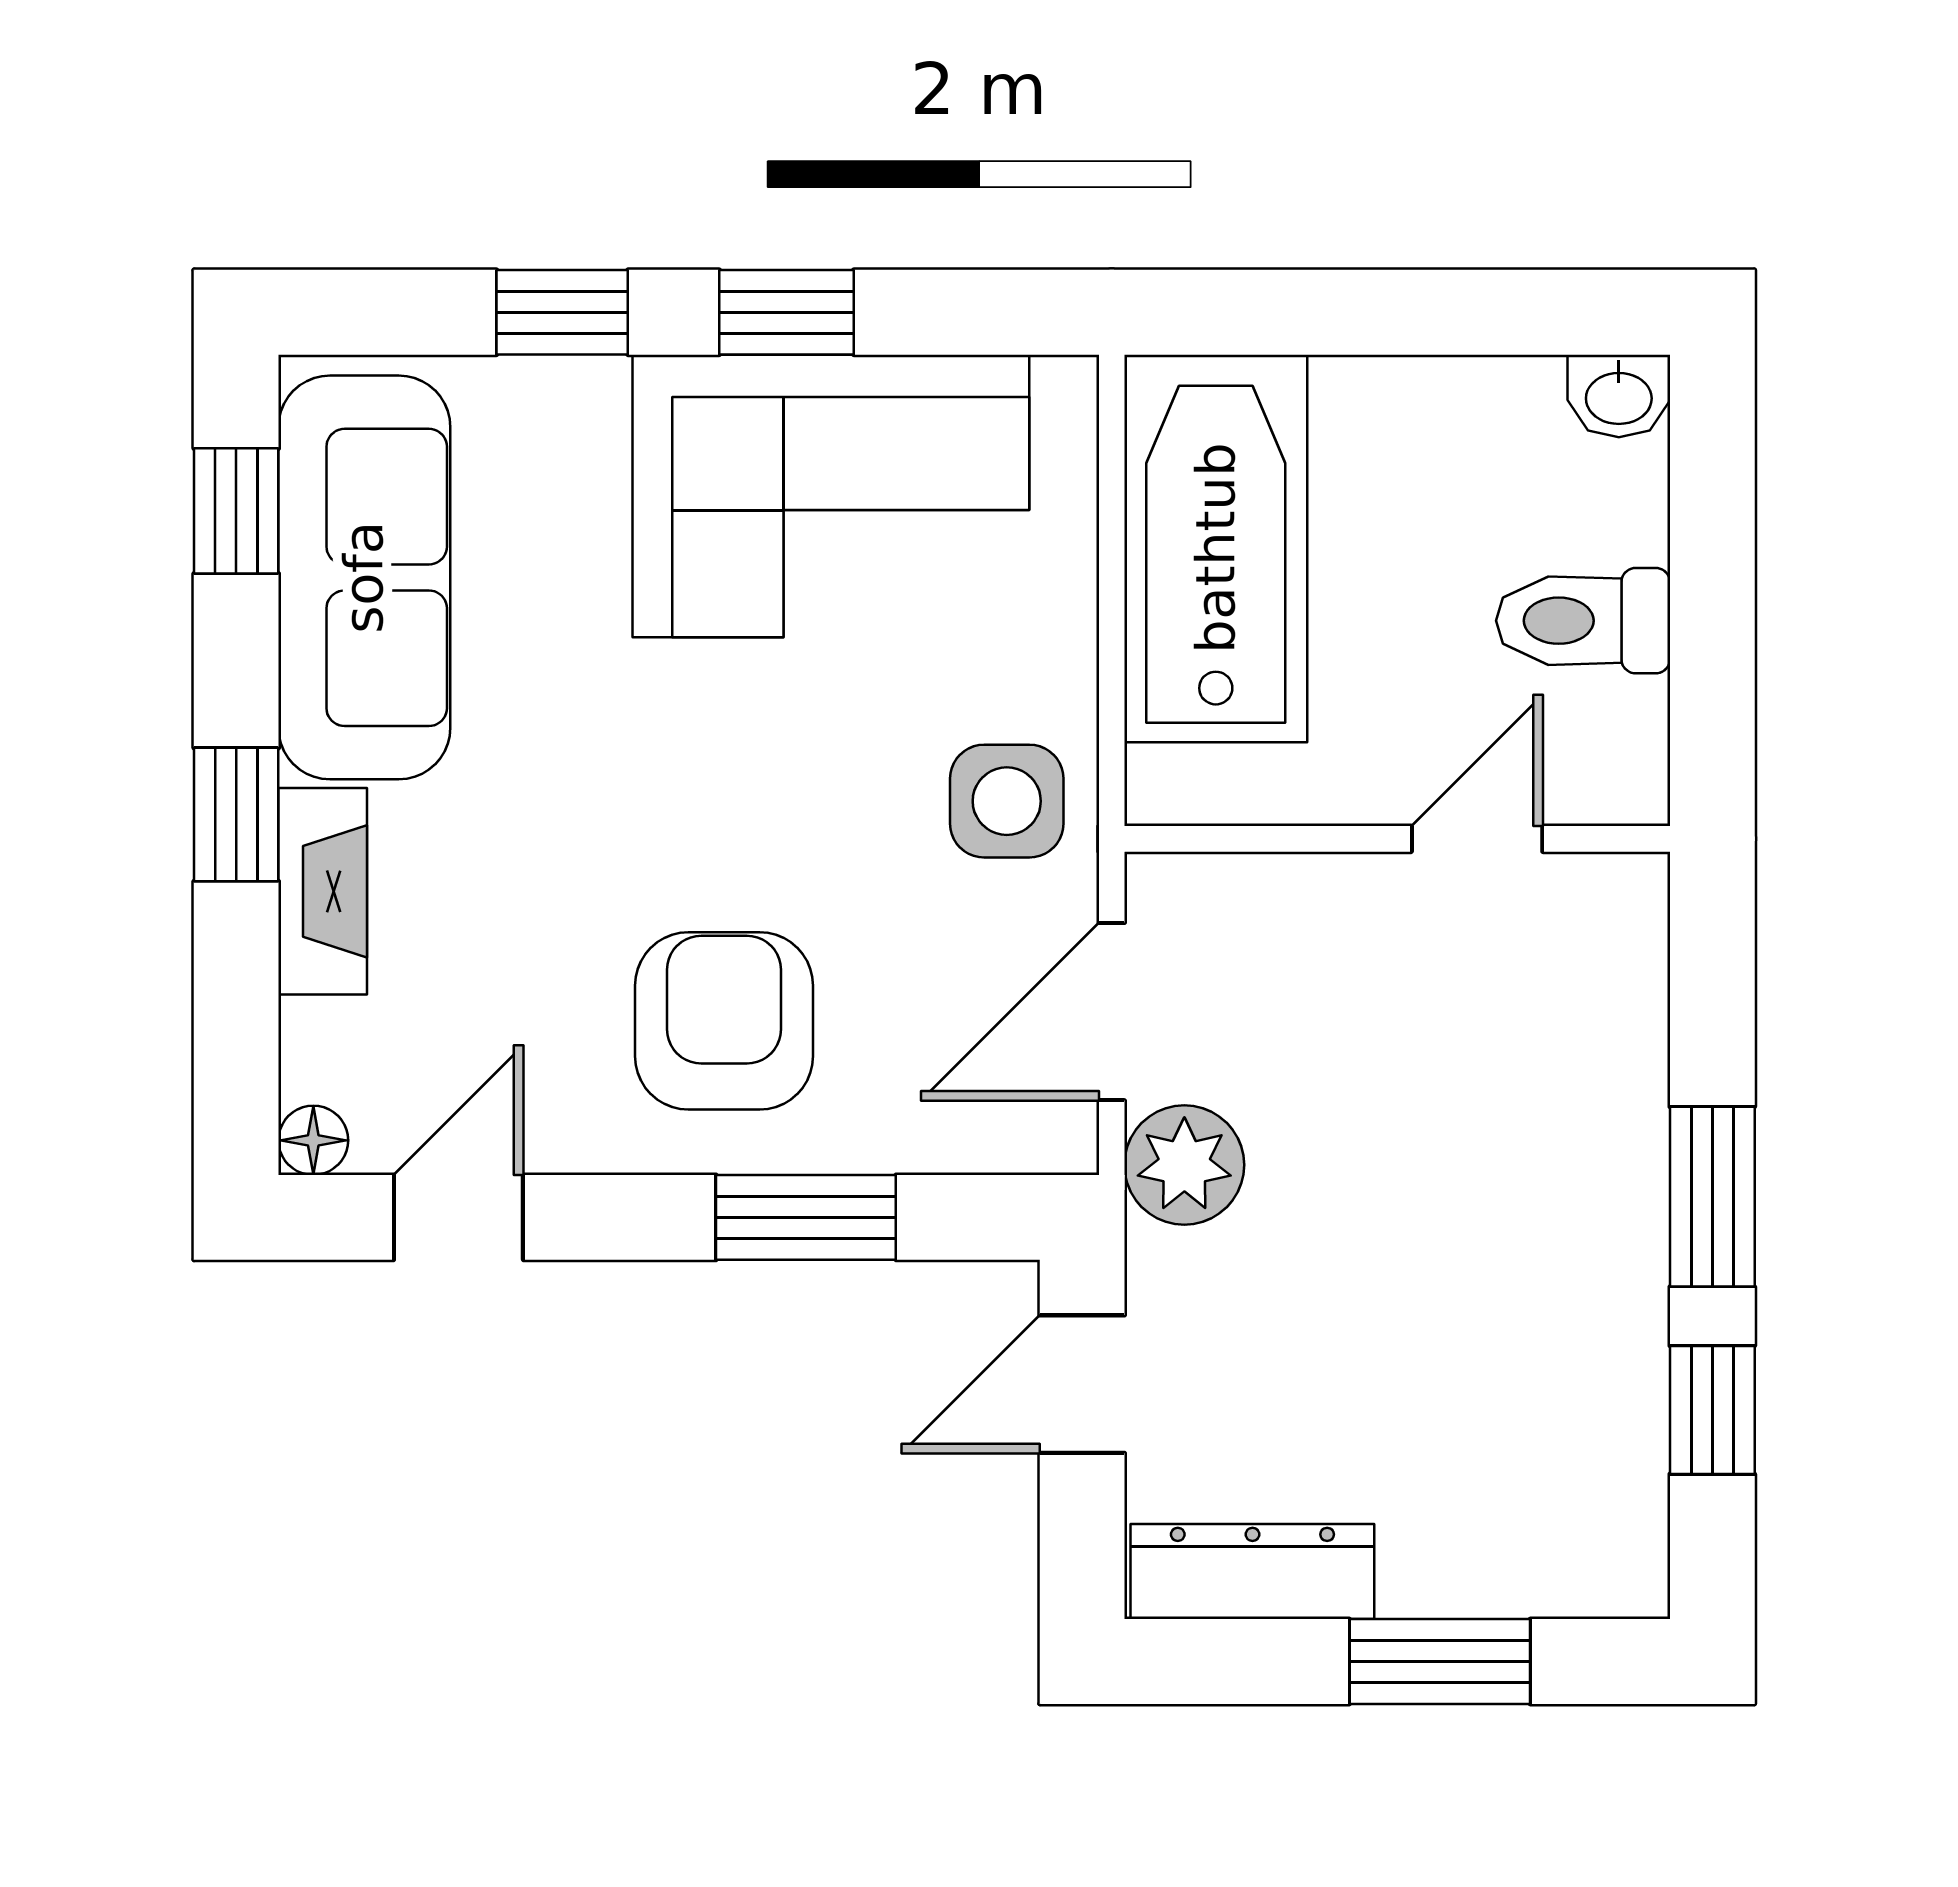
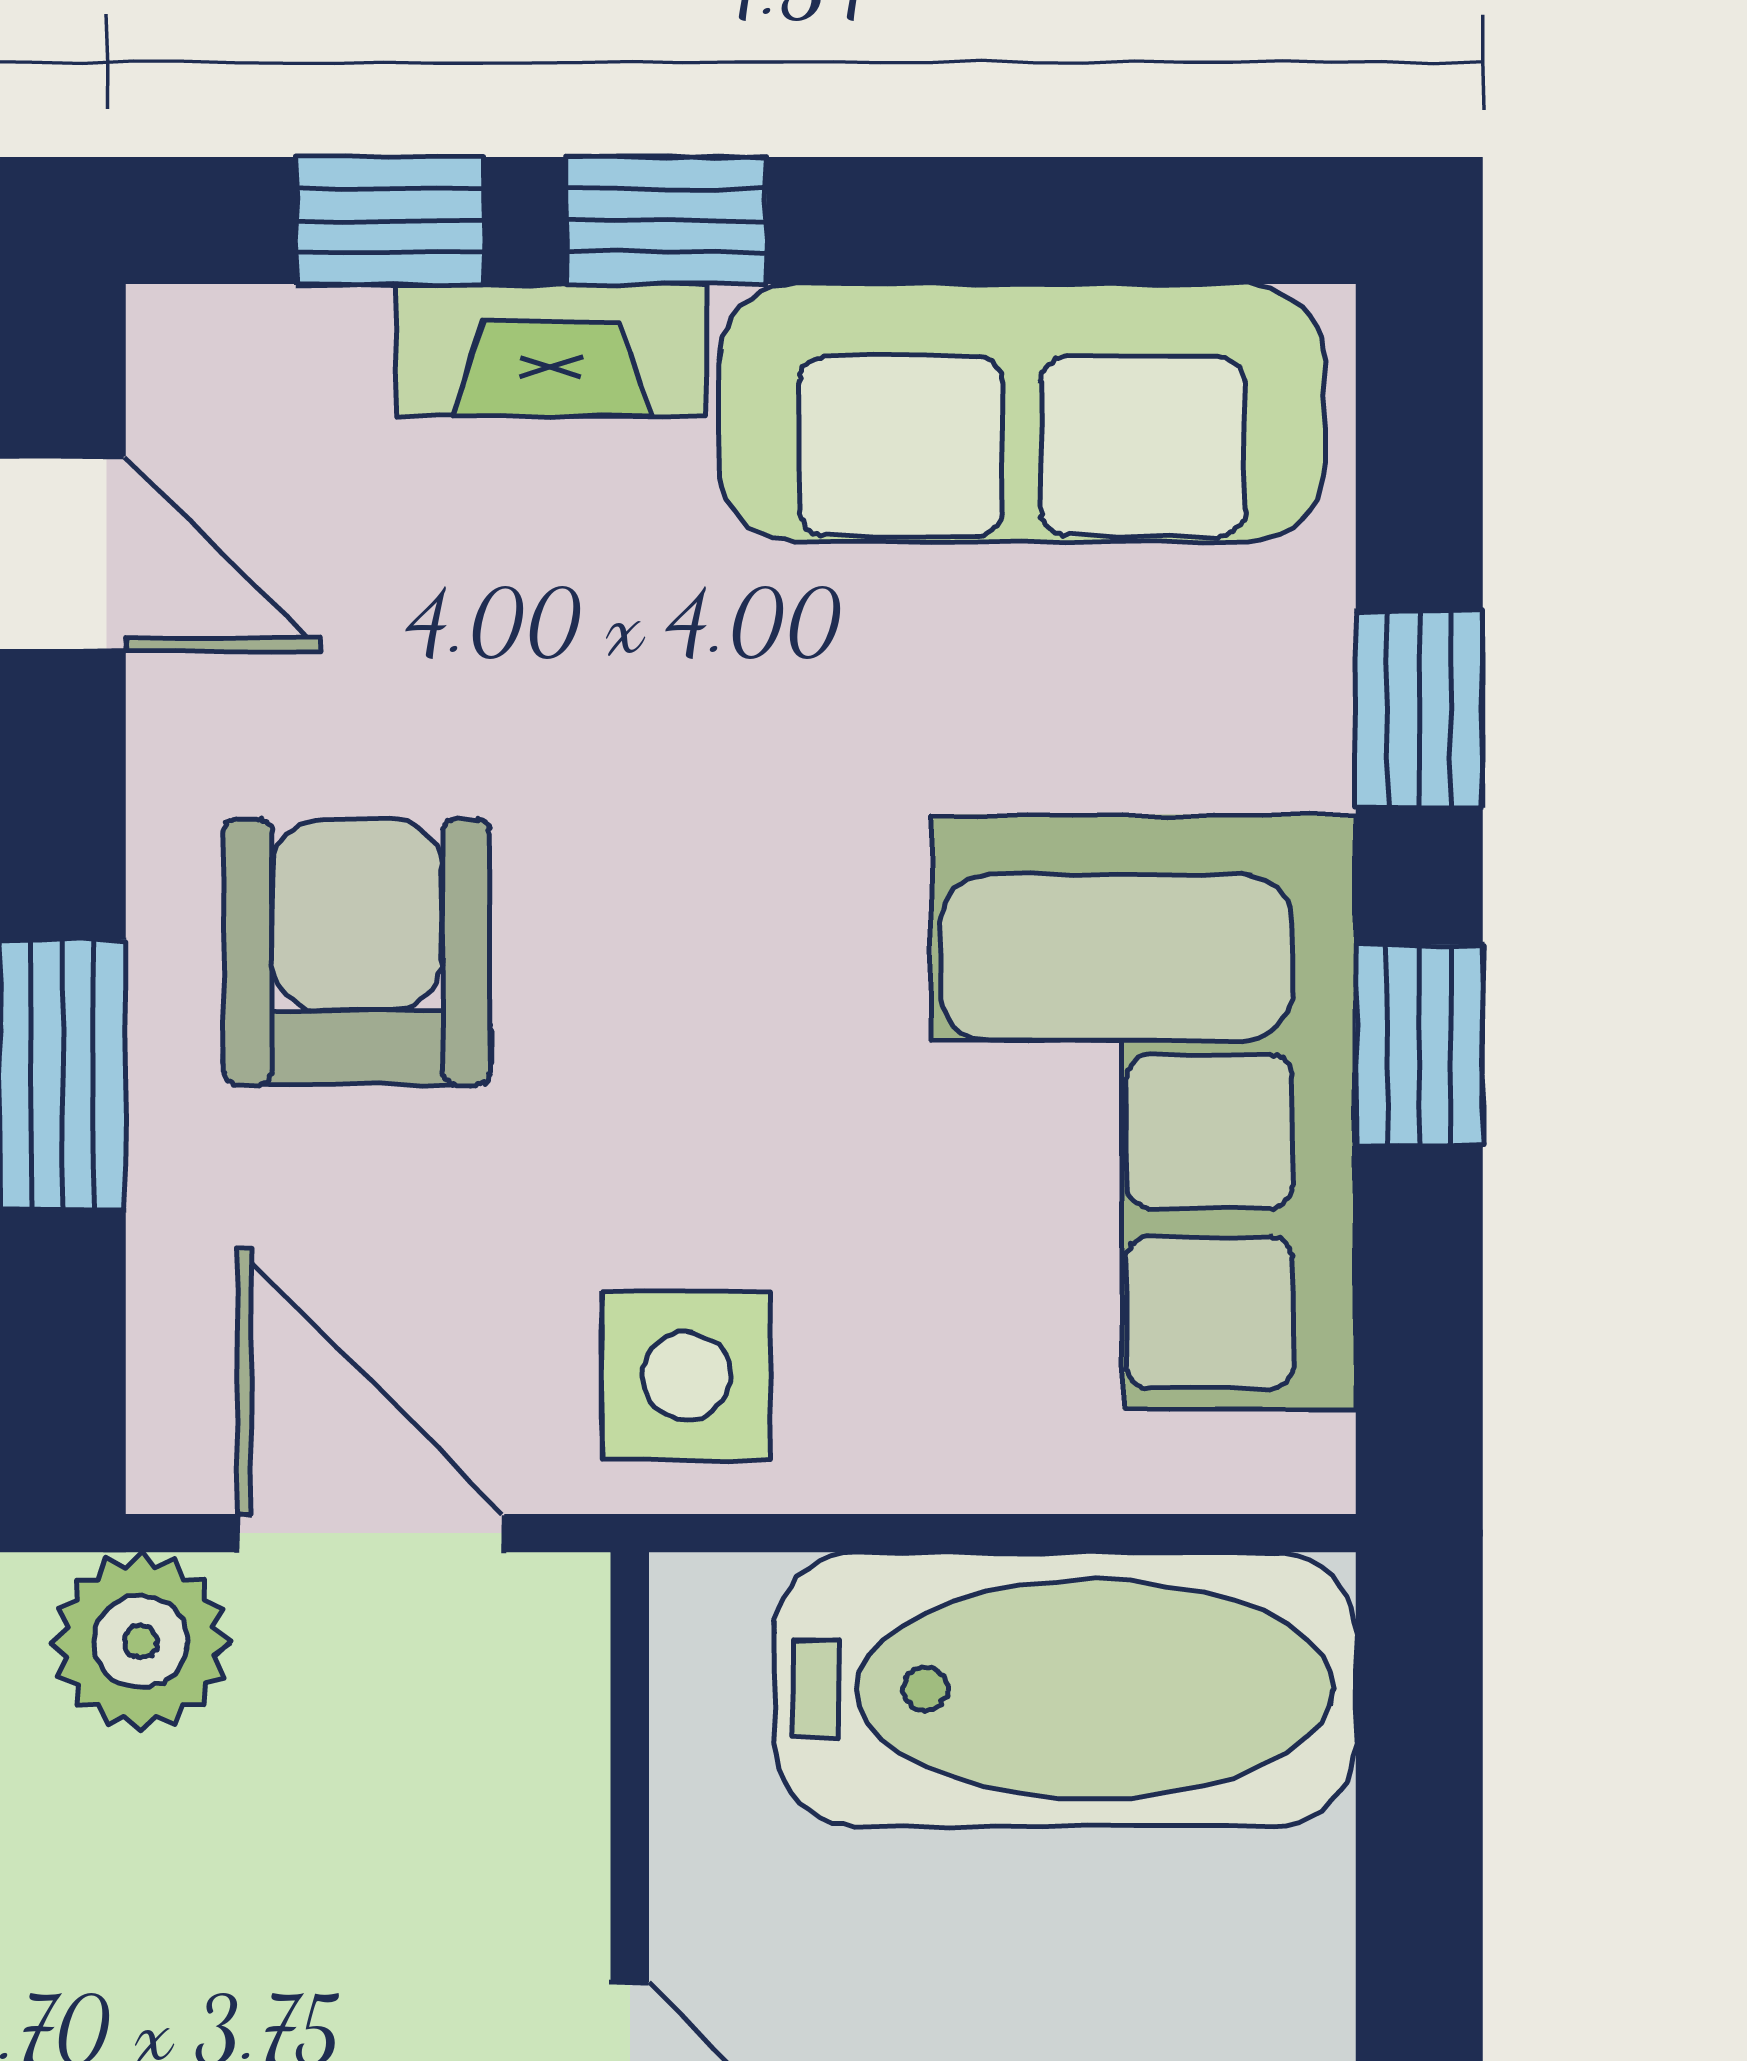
window: (236, 511) -> (390, 221), moved
armchair: (724, 1021) -> (357, 952), turned -90
floor lamp: (313, 1140) -> (178, 336), removed

